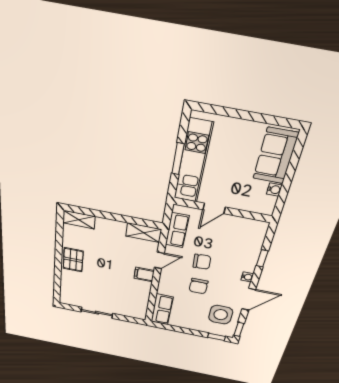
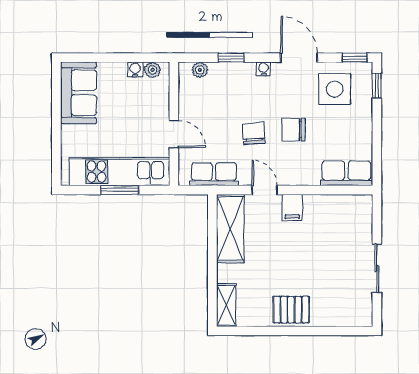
sofa: (275, 156) -> (79, 93), moved, turned -90
plant: (270, 203) -> (152, 70), added
shelving: (144, 233) -> (230, 229), width x1.50, depth x1.33
plant: (259, 236) -> (200, 70), added
chair: (198, 286) -> (294, 130), turned 180

